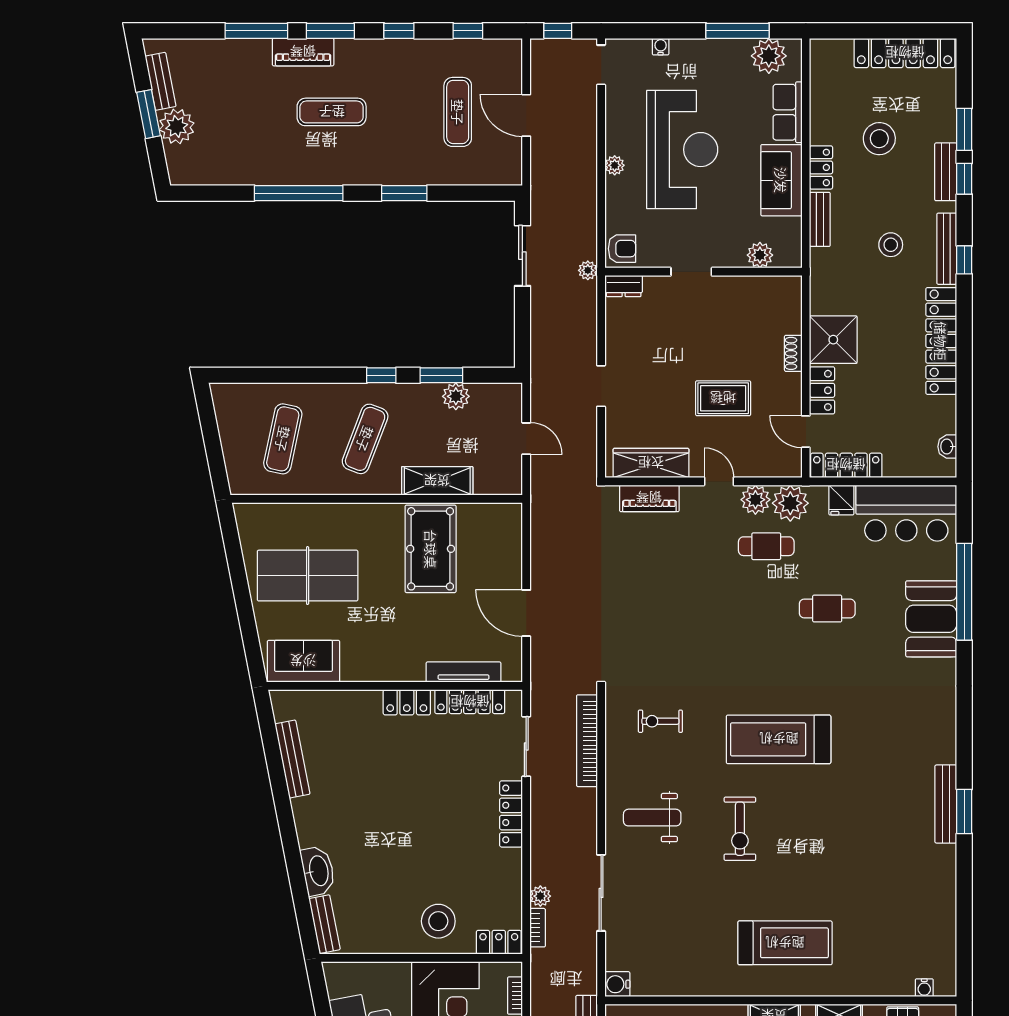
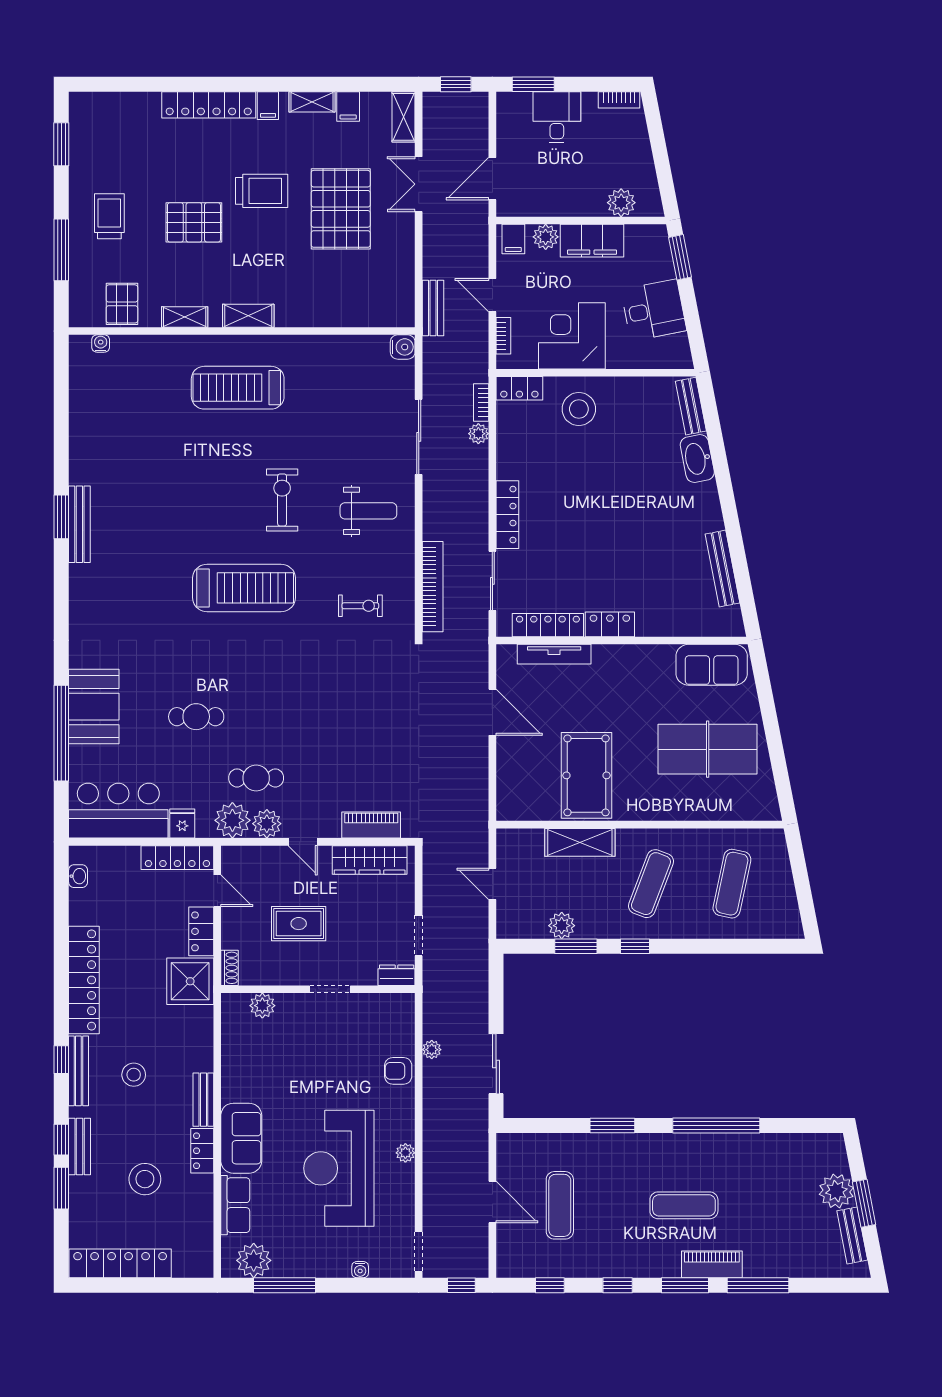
plant: (760, 255) -> (262, 1006), moved
doorway: (691, 272) -> (330, 989), moved
wall: (703, 272) -> (318, 989), moved
dresser: (624, 286) -> (397, 975), moved

